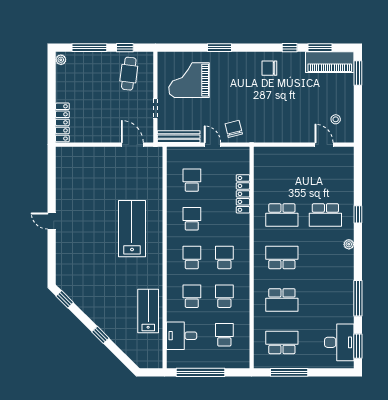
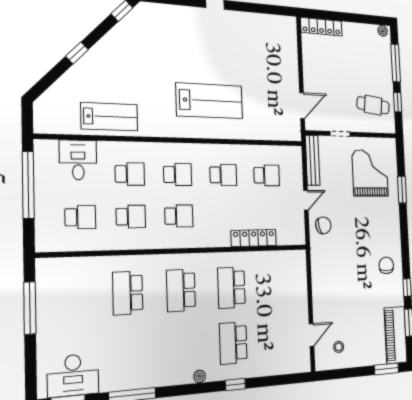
window: (219, 48) -> (402, 190), moved
school desk: (282, 257) -> (181, 290), turned 180
school desk: (282, 342) -> (71, 296), removed

